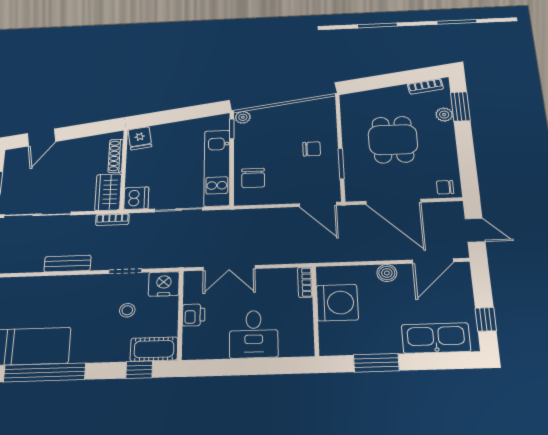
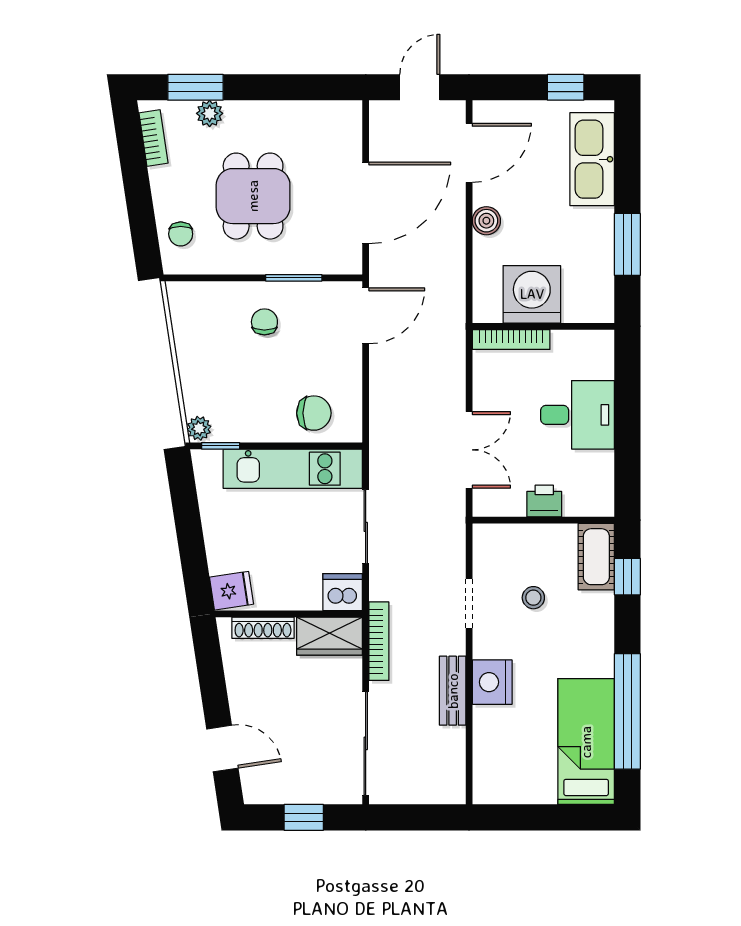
dining table: (393, 140) -> (253, 196), turned 90
chair: (445, 187) -> (181, 234), moved
bookcase: (112, 219) -> (379, 641), width x1.56
door: (433, 261) -> (469, 153), hinge flipped
bookcase: (305, 282) -> (511, 339), width x1.56
nightstand: (164, 284) -> (492, 682), moved

